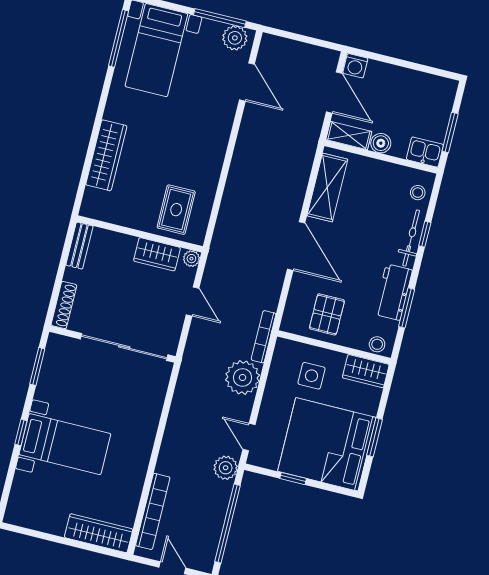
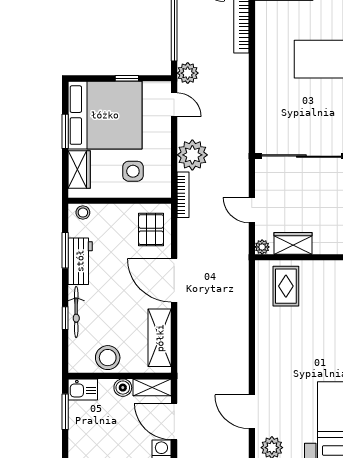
stool: (418, 193) -> (108, 358), moved, width x1.89, depth x1.89
pallet: (327, 314) -> (151, 230), moved
wardrobe: (366, 371) -> (79, 170), moved, turned 90

